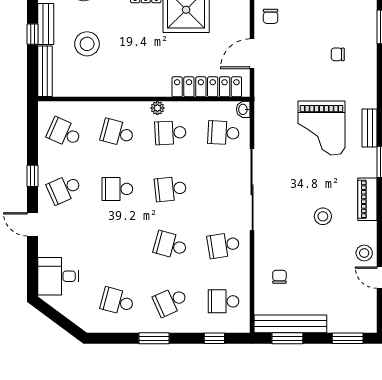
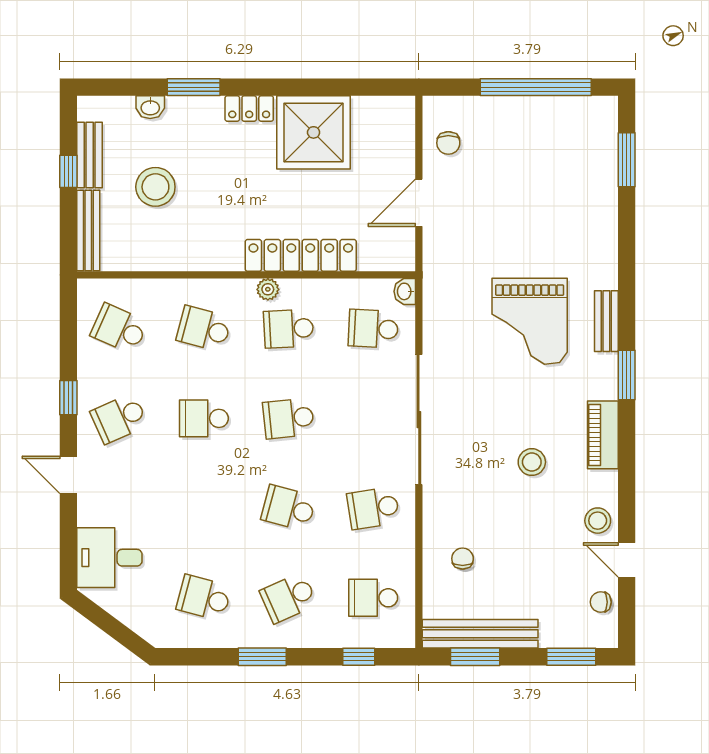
chair: (338, 54) -> (601, 602), moved
locker: (207, 87) -> (301, 255), moved

